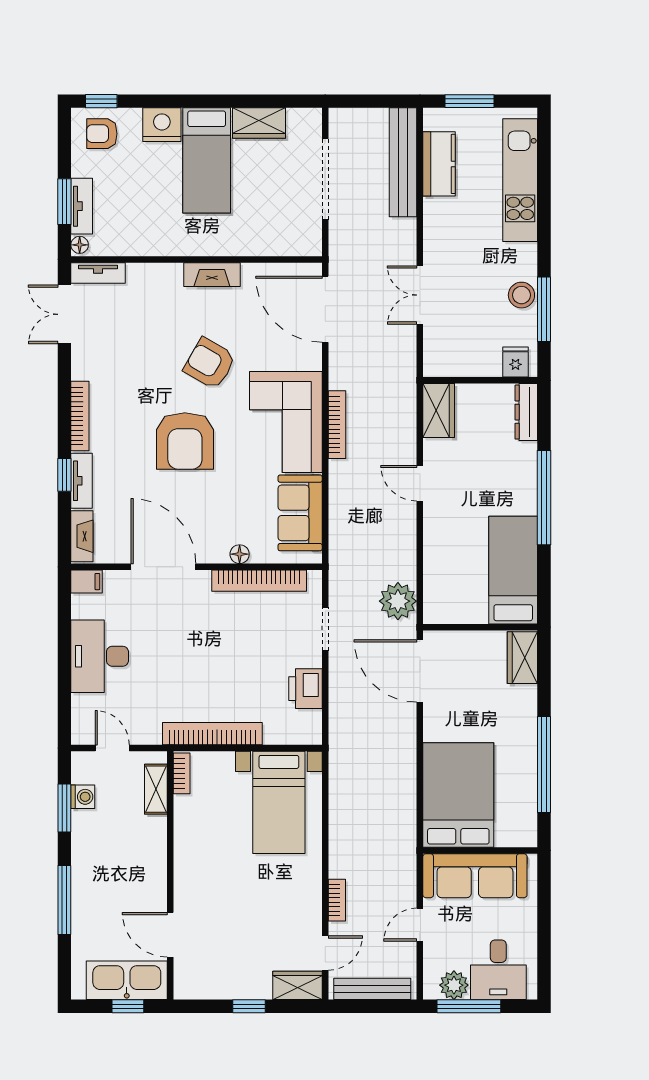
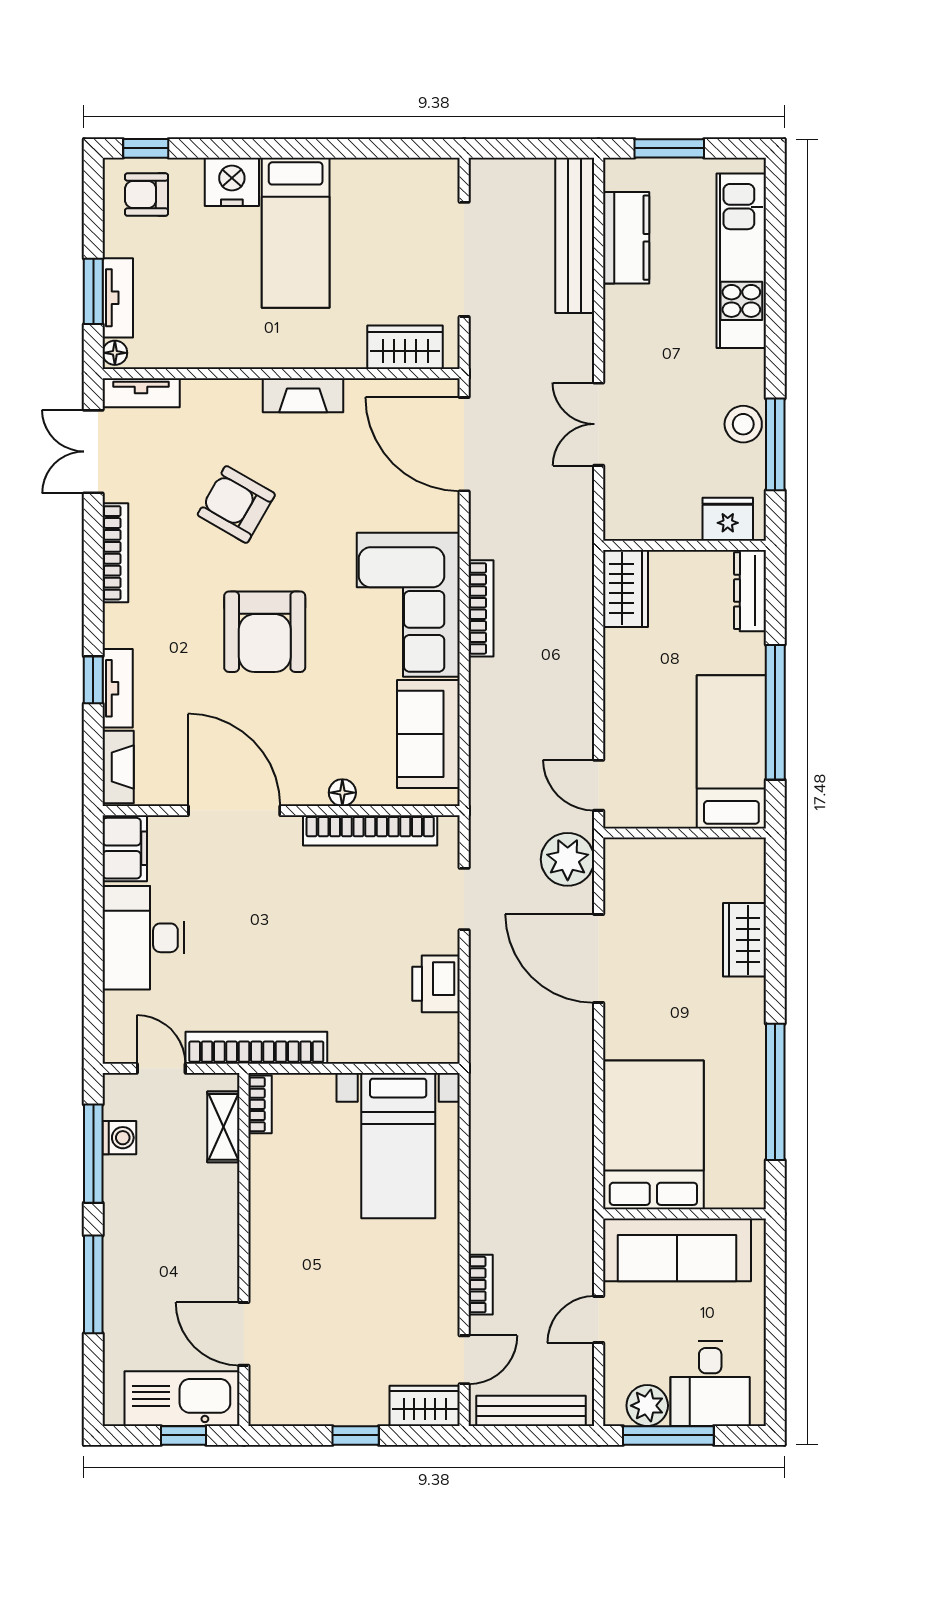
wardrobe: (259, 123) -> (405, 347), moved, turned 180
fridge: (515, 362) -> (728, 519), width x1.38
armchair: (210, 364) -> (236, 505), moved
bookcase: (80, 416) -> (115, 553), moved
door: (420, 483) -> (599, 785), moved
bed: (513, 570) -> (731, 752), moved
filing cabinet: (87, 582) -> (125, 848), width x2.00
wall: (480, 627) -> (685, 833), moved
bookcase: (212, 734) -> (256, 1048), moved
window: (64, 808) -> (93, 1154), width x1.44

